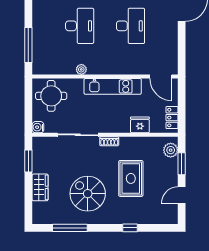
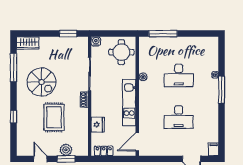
plant: (171, 150) -> (66, 150), moved
rug: (131, 178) -> (54, 117), turned 90
wardrobe: (40, 187) -> (28, 43), moved
spiral stairs: (88, 194) -> (42, 82), turned 90

